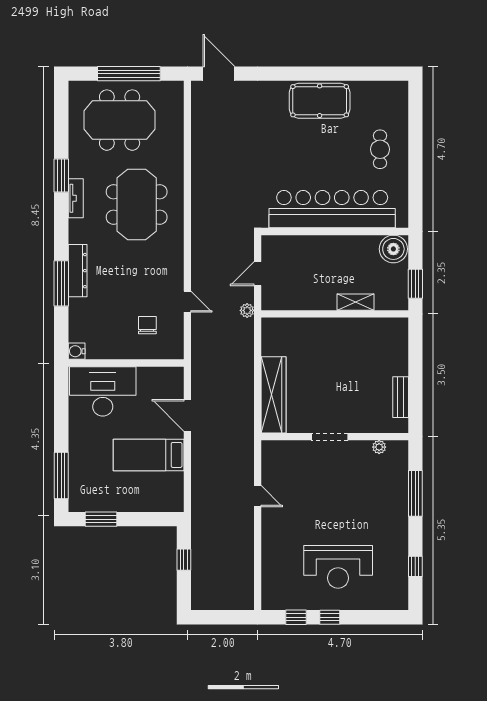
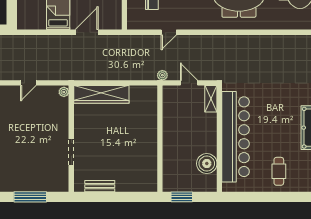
cafe table: (380, 149) -> (279, 171), turned 90
boiler: (393, 249) -> (207, 164), moved
shelving: (356, 302) -> (211, 99), moved
doorway: (329, 437) -> (71, 152), moved
plant: (379, 447) -> (64, 92), moved

